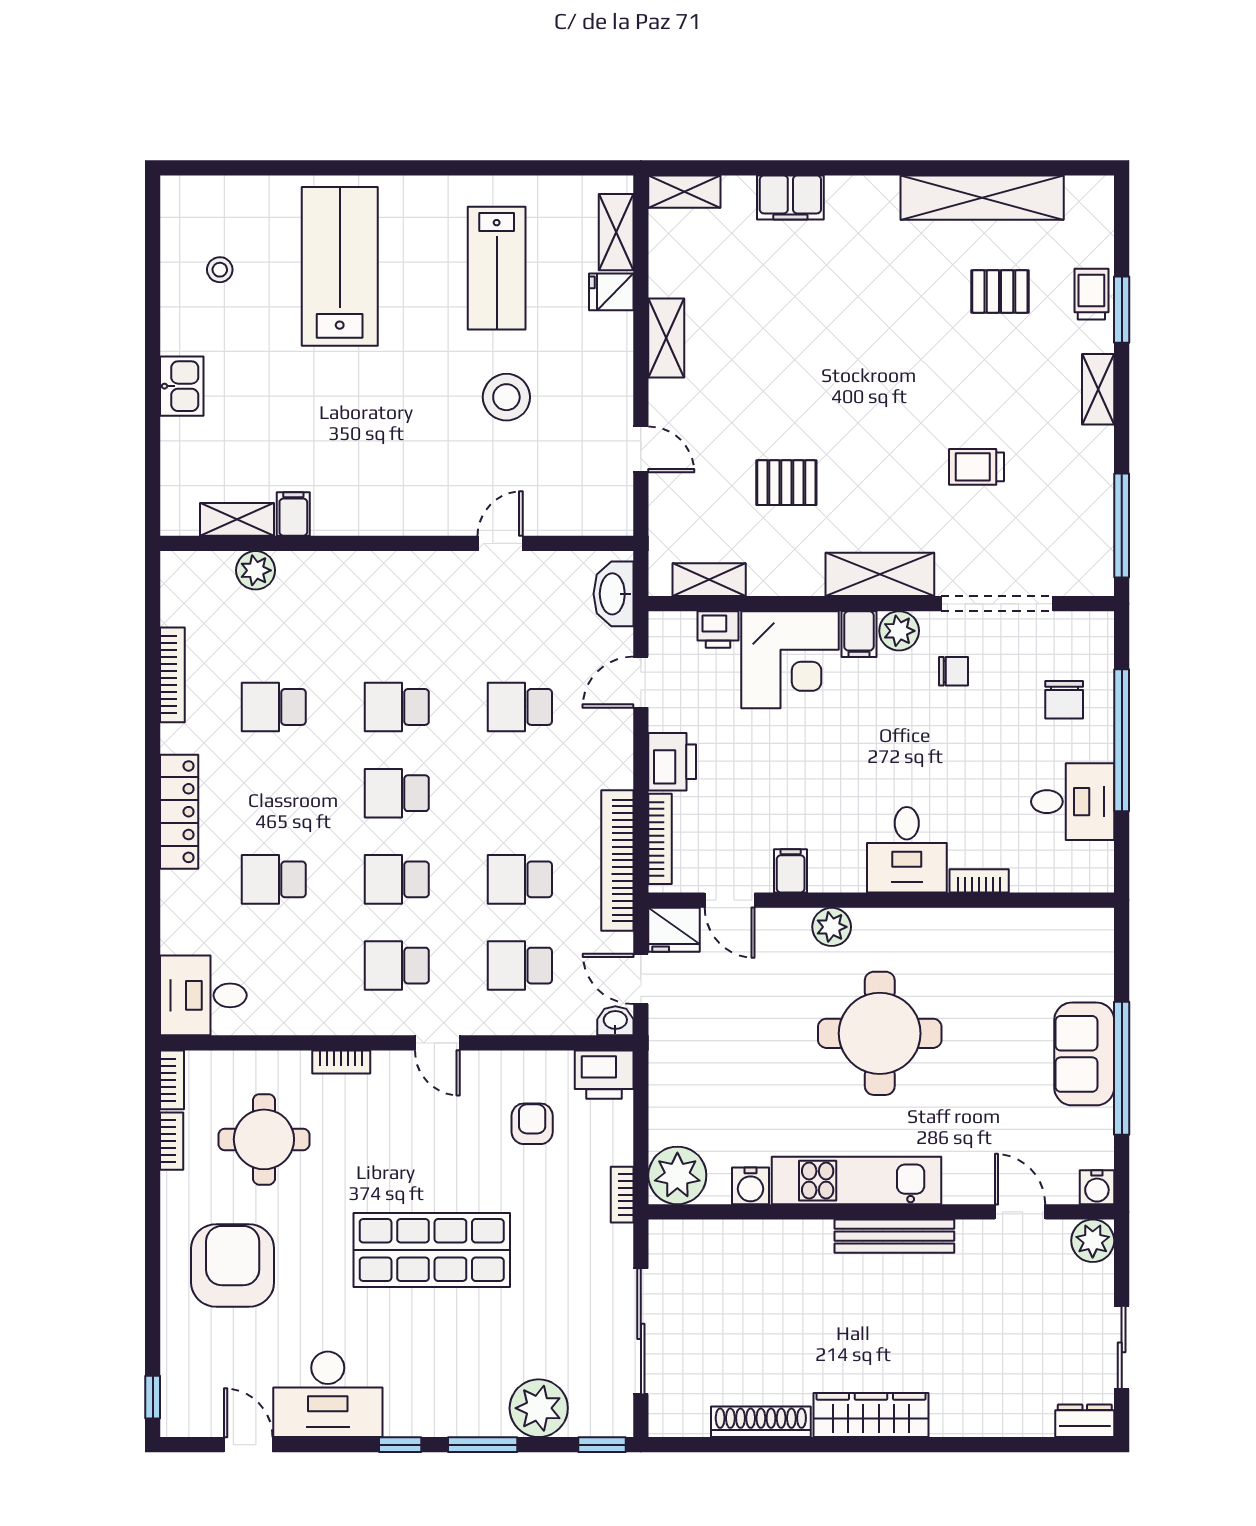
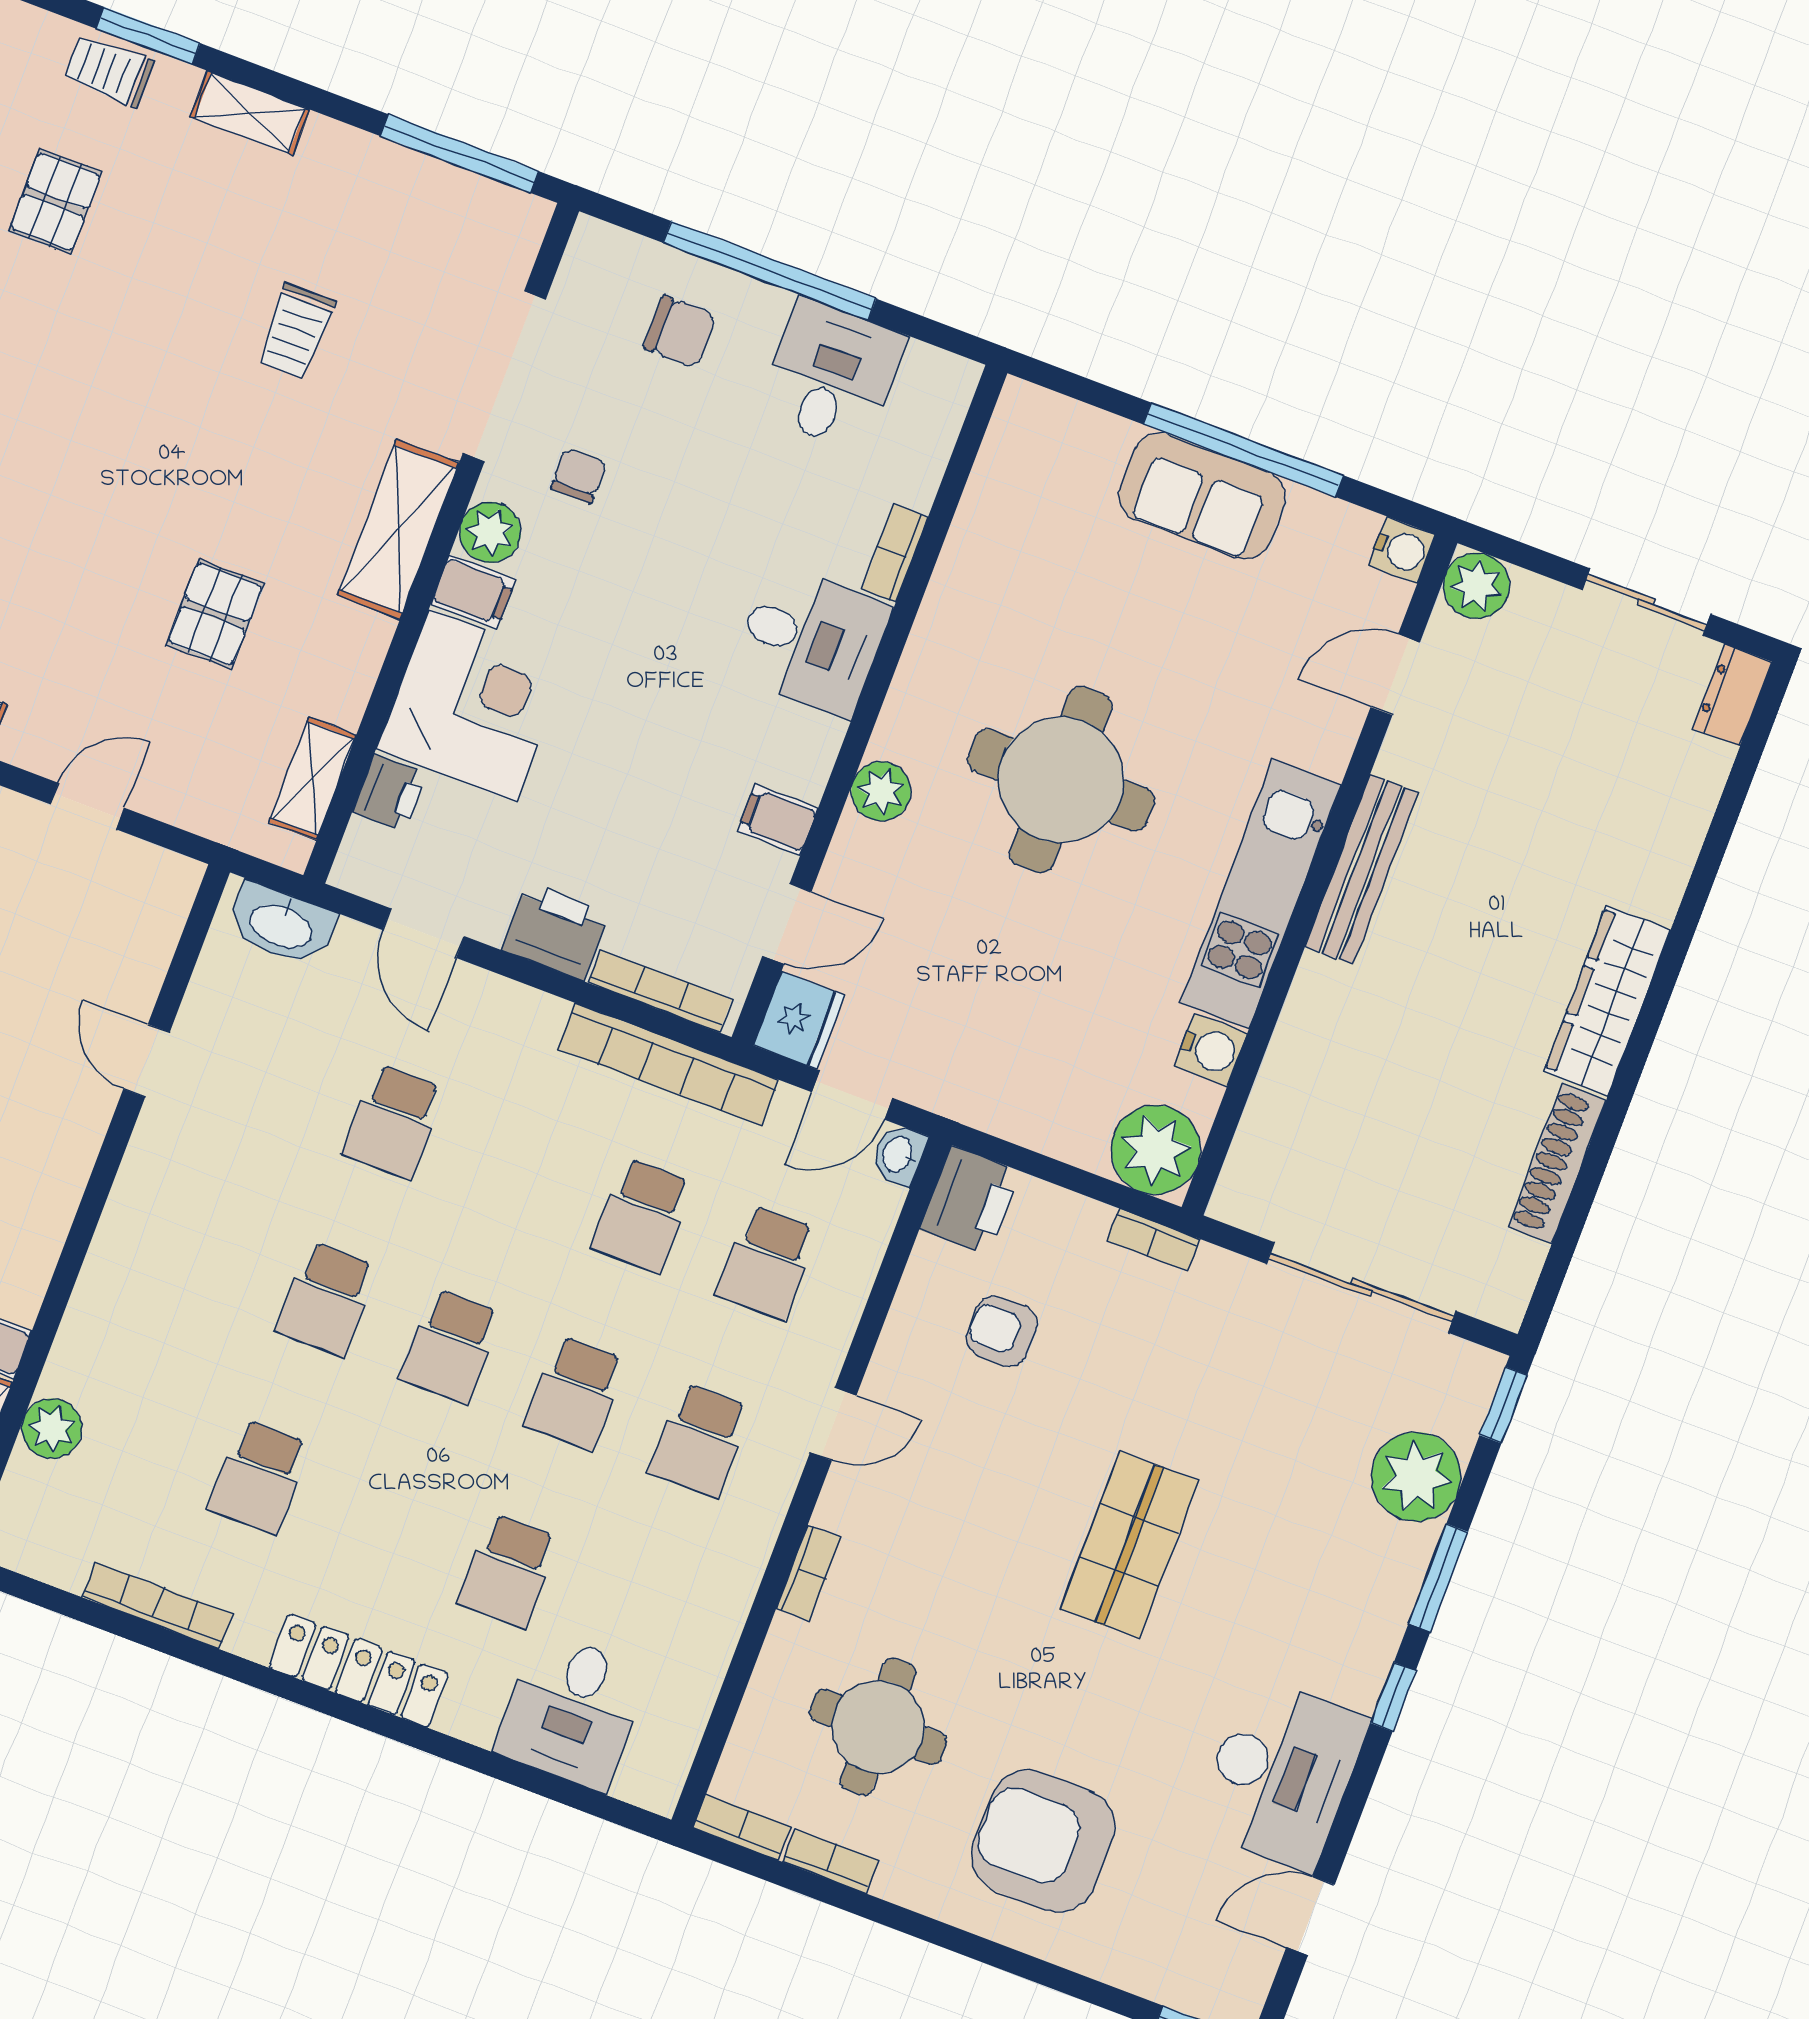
desk: (203, 995) -> (572, 1711), moved
shop shelf: (432, 1250) -> (1129, 1545), width x0.70, depth x0.74

